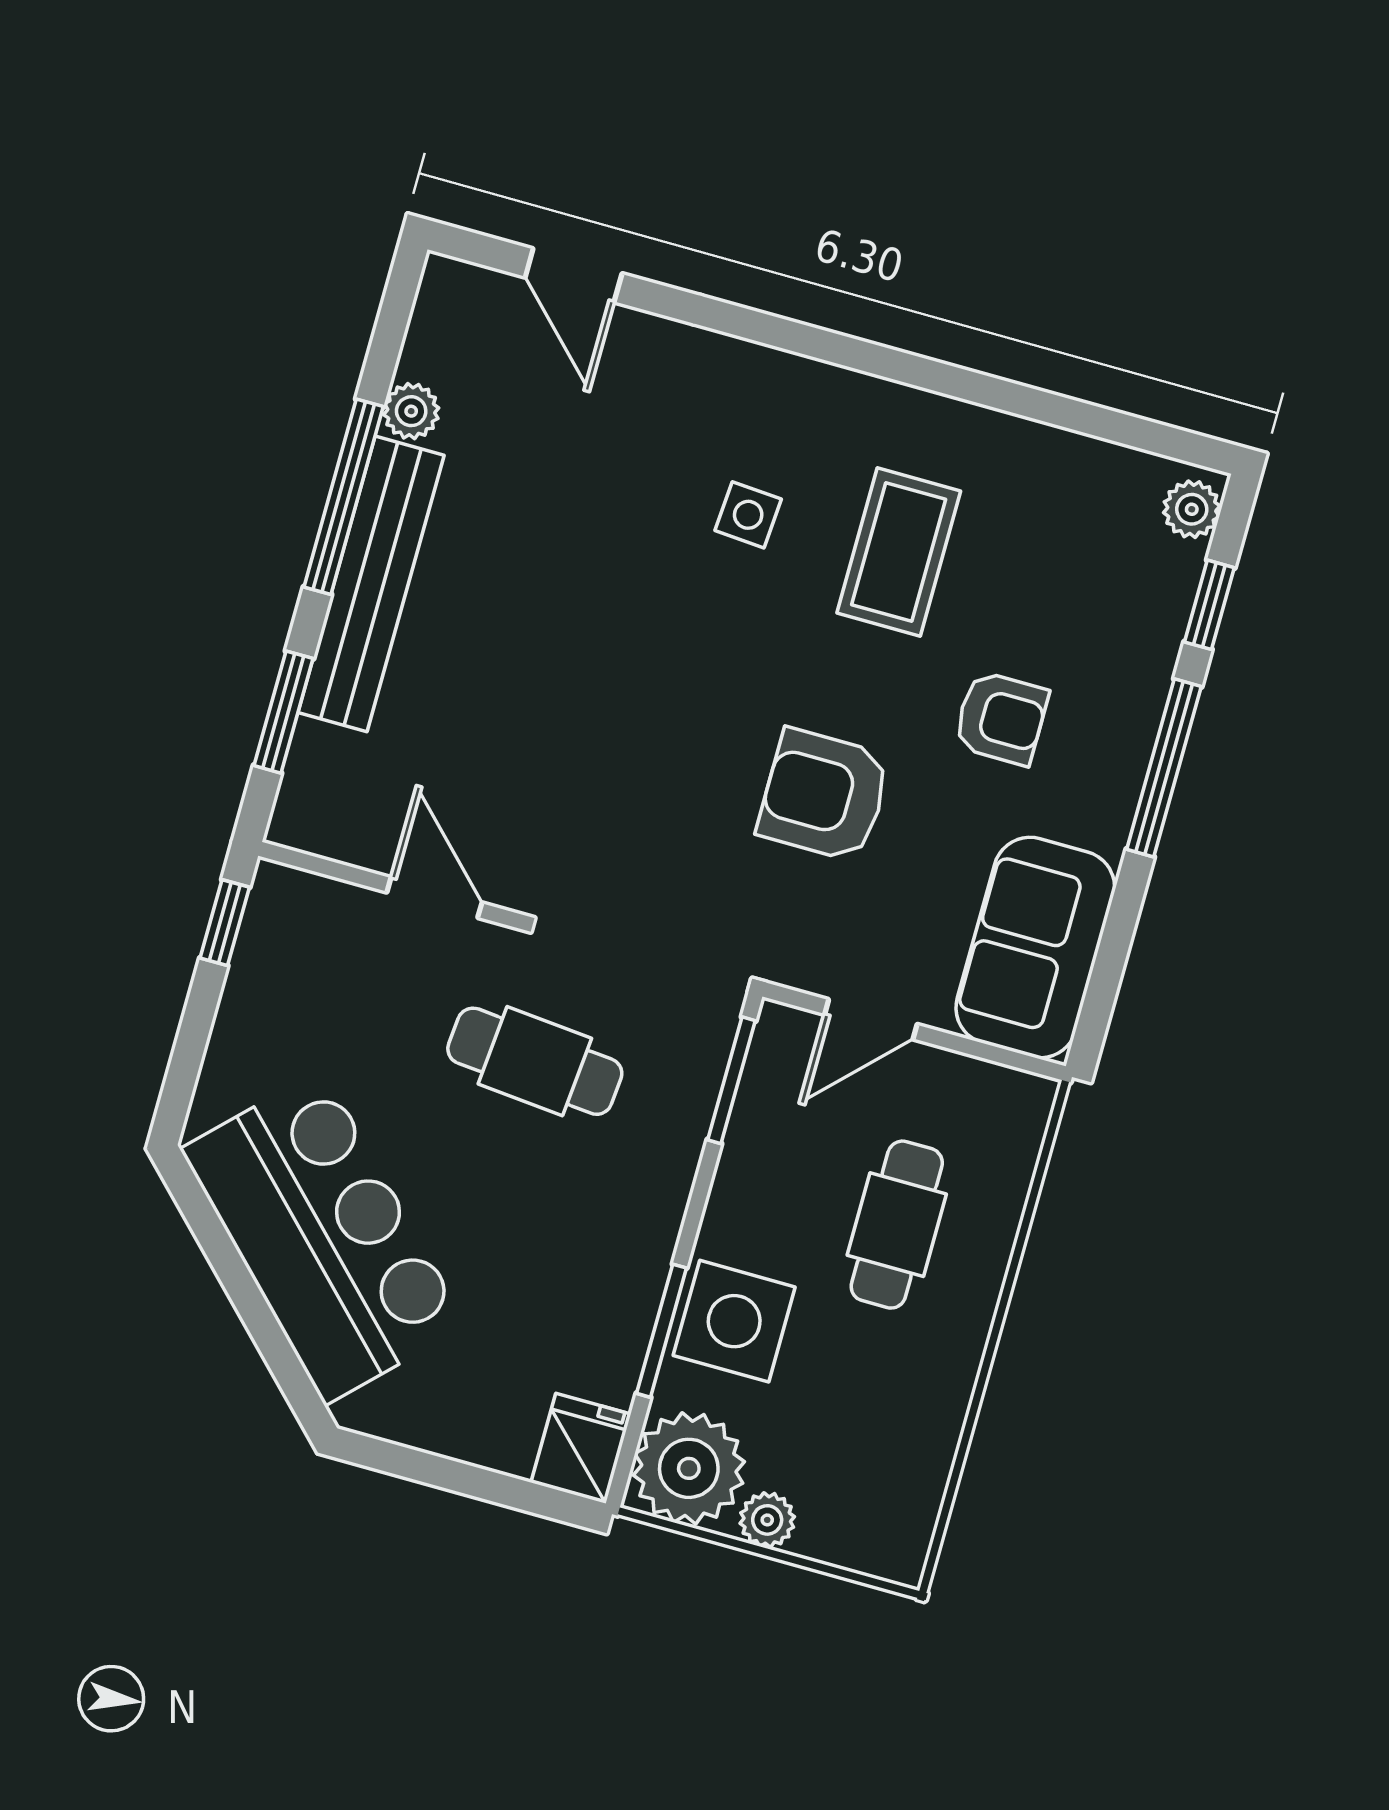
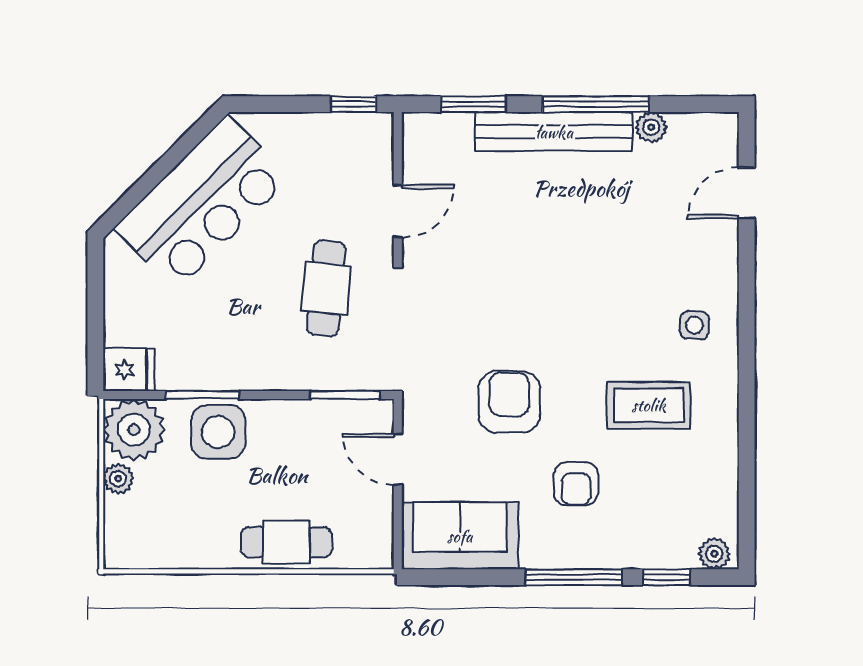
side table: (748, 515) -> (694, 325), moved
cafe table: (897, 1225) -> (286, 542), moved

